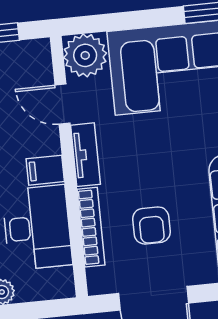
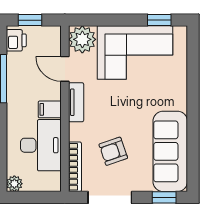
armchair: (151, 225) -> (113, 151), turned 71
bookcase: (91, 227) -> (75, 167), moved

